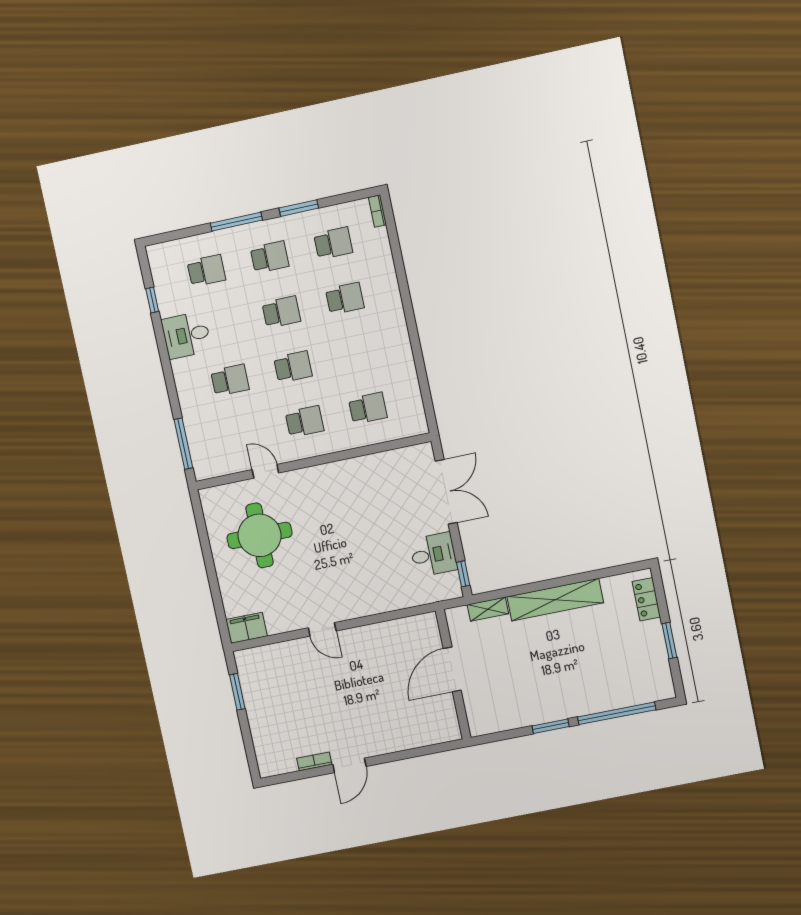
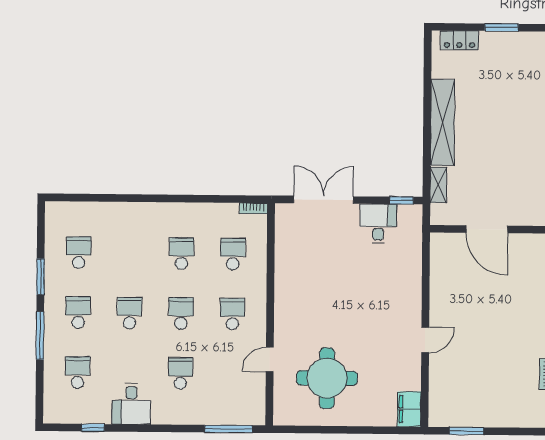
bookcase: (377, 211) -> (253, 208), moved
school desk: (345, 298) -> (181, 254), moved

